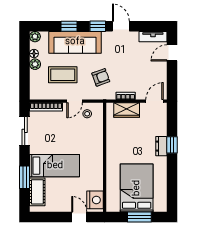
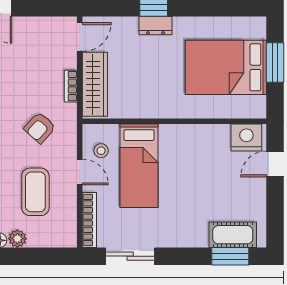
armchair: (101, 77) -> (40, 128), turned -118
door: (155, 101) -> (80, 37), swing flipped
wardrobe: (127, 110) -> (95, 84), width x1.50
bed: (55, 166) -> (139, 166), moved, turned 180
window: (25, 177) -> (230, 256), moved

